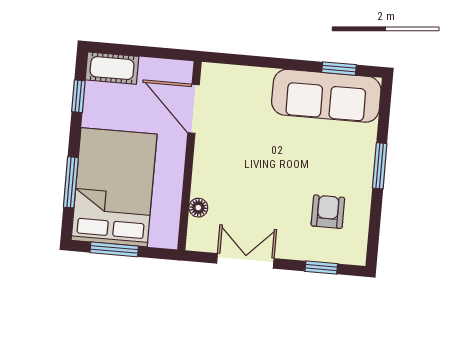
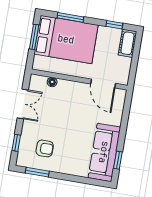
door: (194, 109) -> (103, 84), swing flipped
window: (380, 166) -> (37, 172), moved

